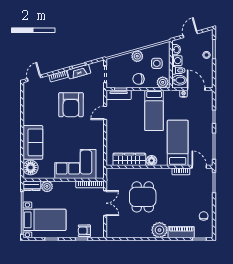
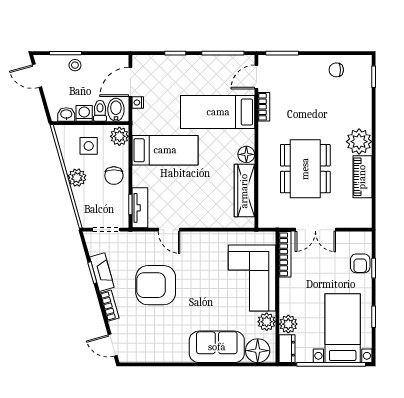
door: (190, 34) -> (37, 76), moved
armchair: (71, 105) -> (156, 285), turned 180
plant: (48, 173) -> (267, 322), added
dining table: (143, 197) -> (305, 169), width x1.37
double door: (105, 203) -> (315, 230), swing flipped
piano: (181, 232) -> (362, 177), moved

